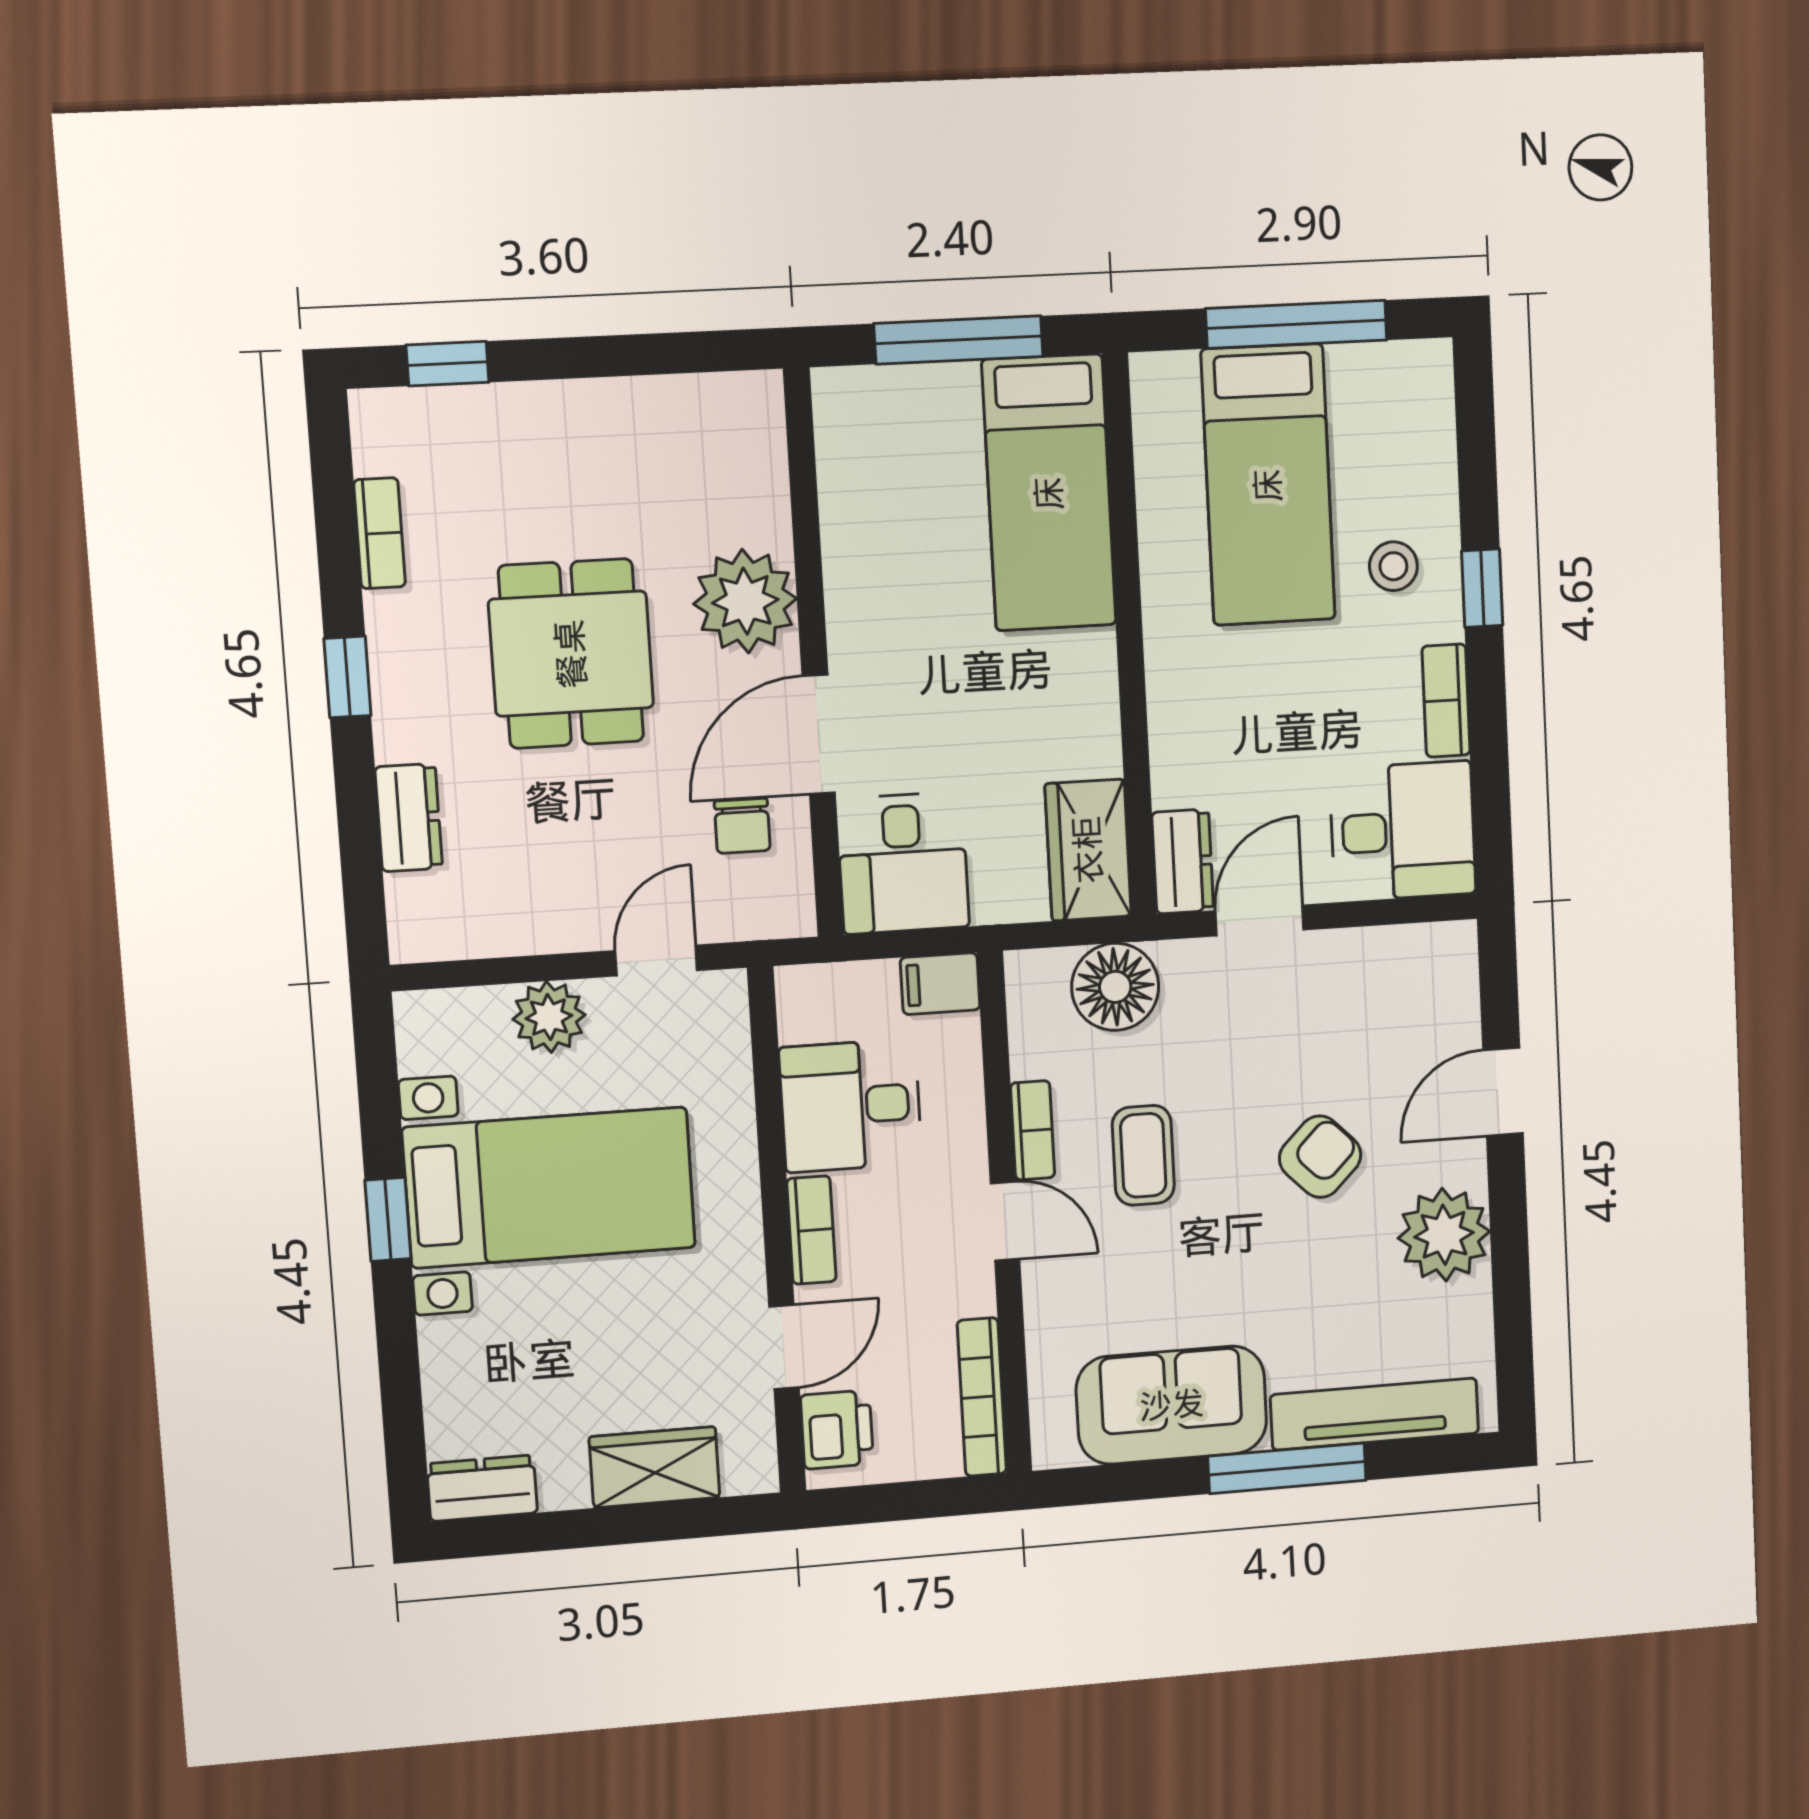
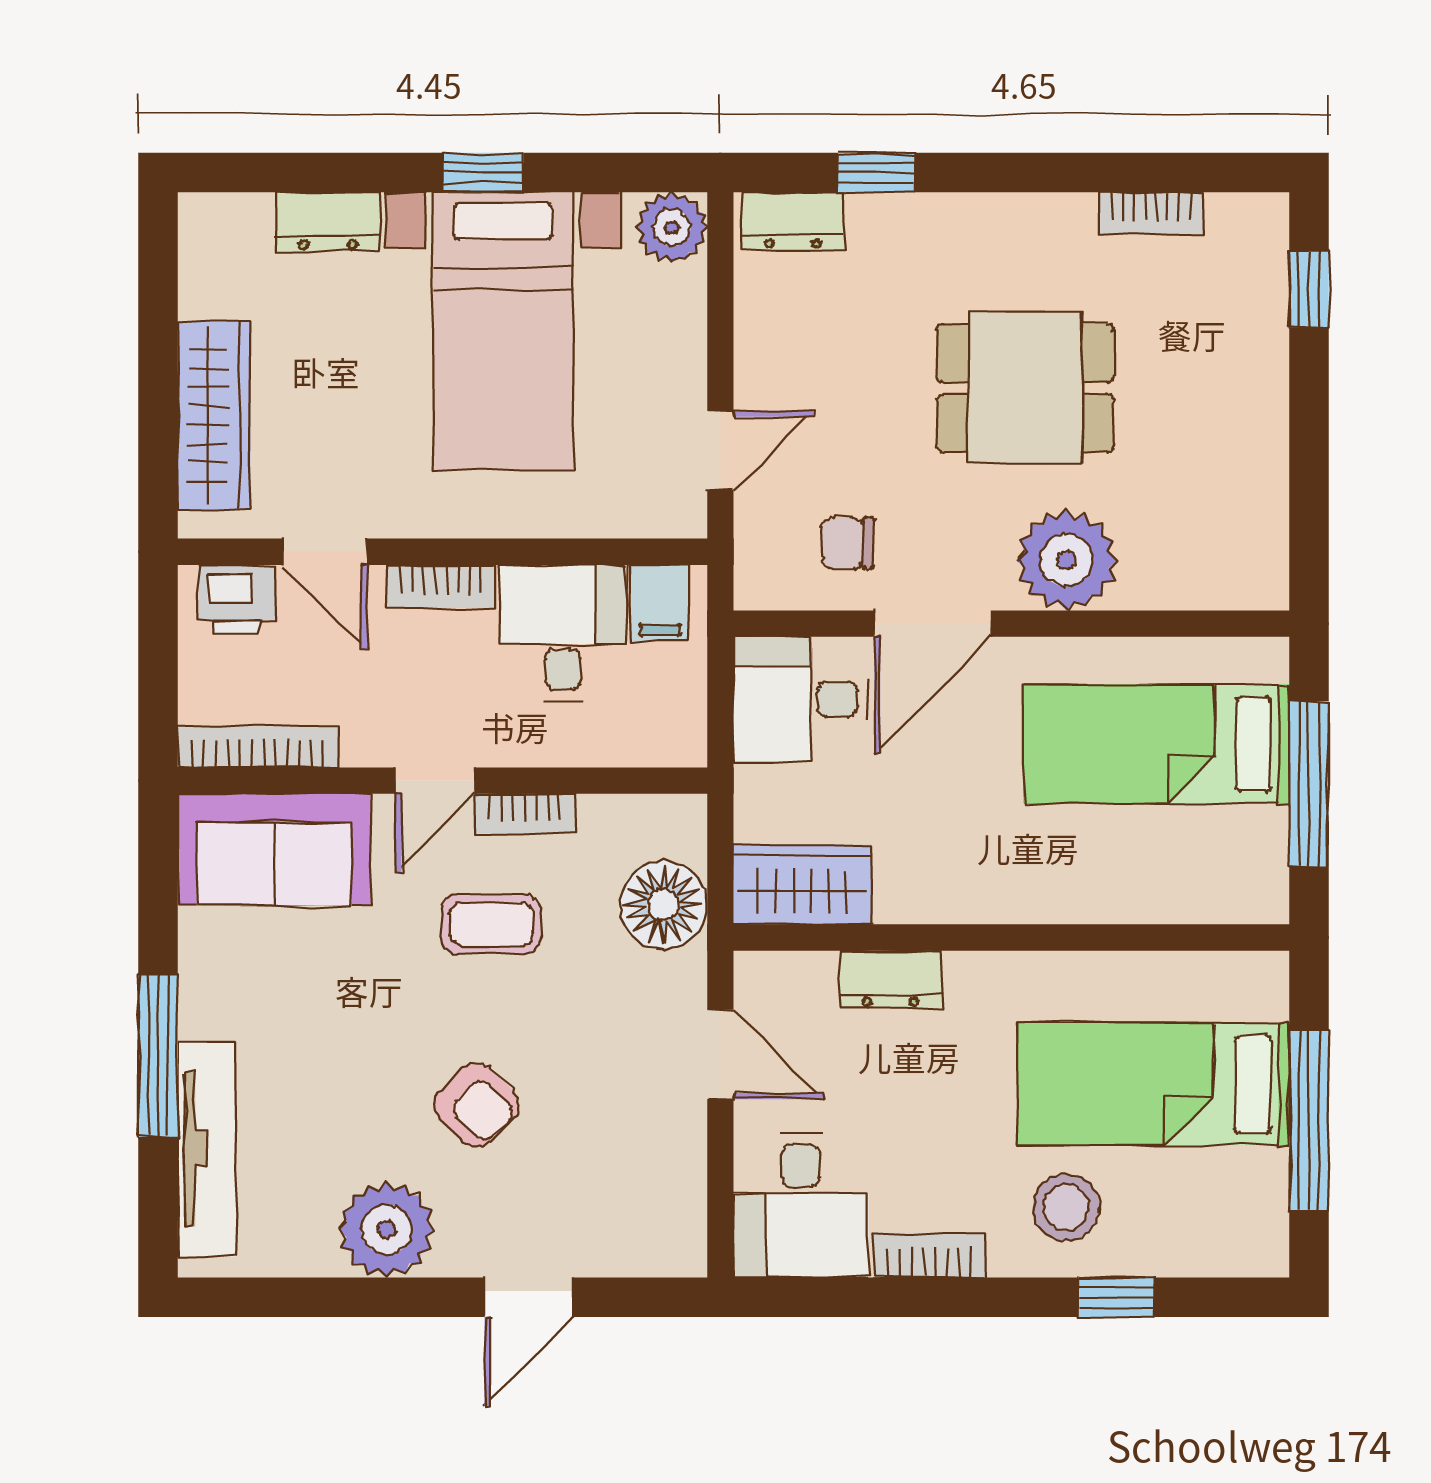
bed: (1049, 493) -> (1157, 744), moved
stool: (1393, 566) -> (1066, 1207), width x1.37, depth x1.37
window: (1482, 588) -> (1117, 1297), moved
window: (347, 677) -> (877, 172), moved
door: (819, 734) -> (933, 624), swing flipped
dresser: (409, 818) -> (793, 221), moved
dresser: (1183, 861) -> (891, 979), moved
door: (656, 961) -> (720, 450), hinge flipped
filing cabinet: (940, 984) -> (660, 603), moved, turned 180
plant: (549, 1017) -> (672, 228), moved
door: (1503, 1092) -> (529, 1297), swing flipped
sofa: (1172, 1405) -> (274, 850), moved, turned 90
wardrobe: (655, 1467) -> (214, 416), width x1.50
dresser: (482, 1488) -> (328, 222), moved, turned 90

